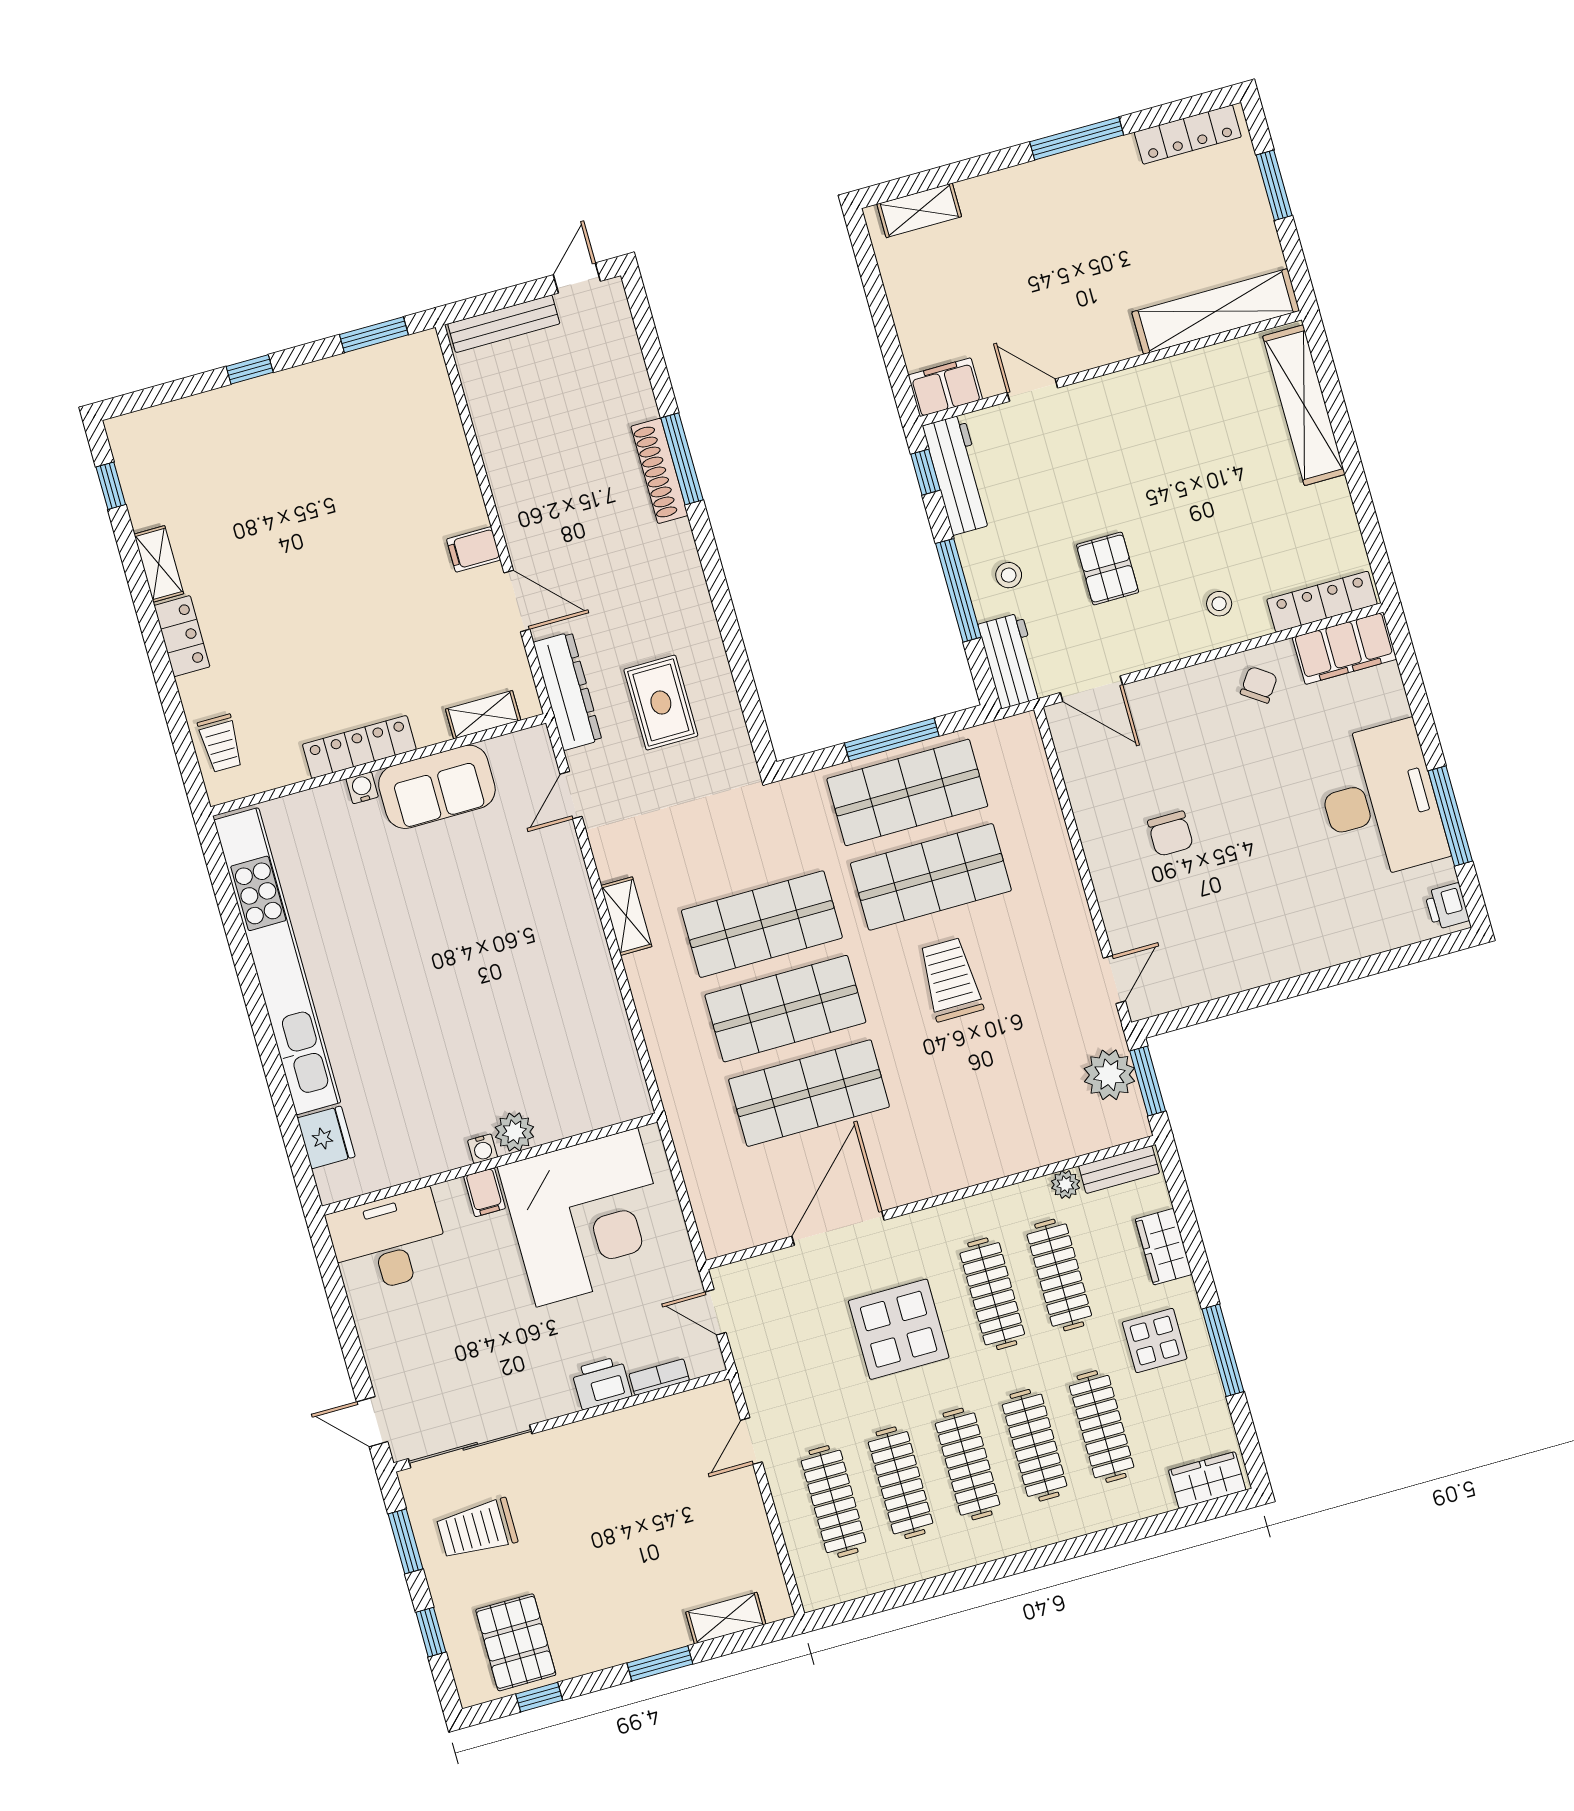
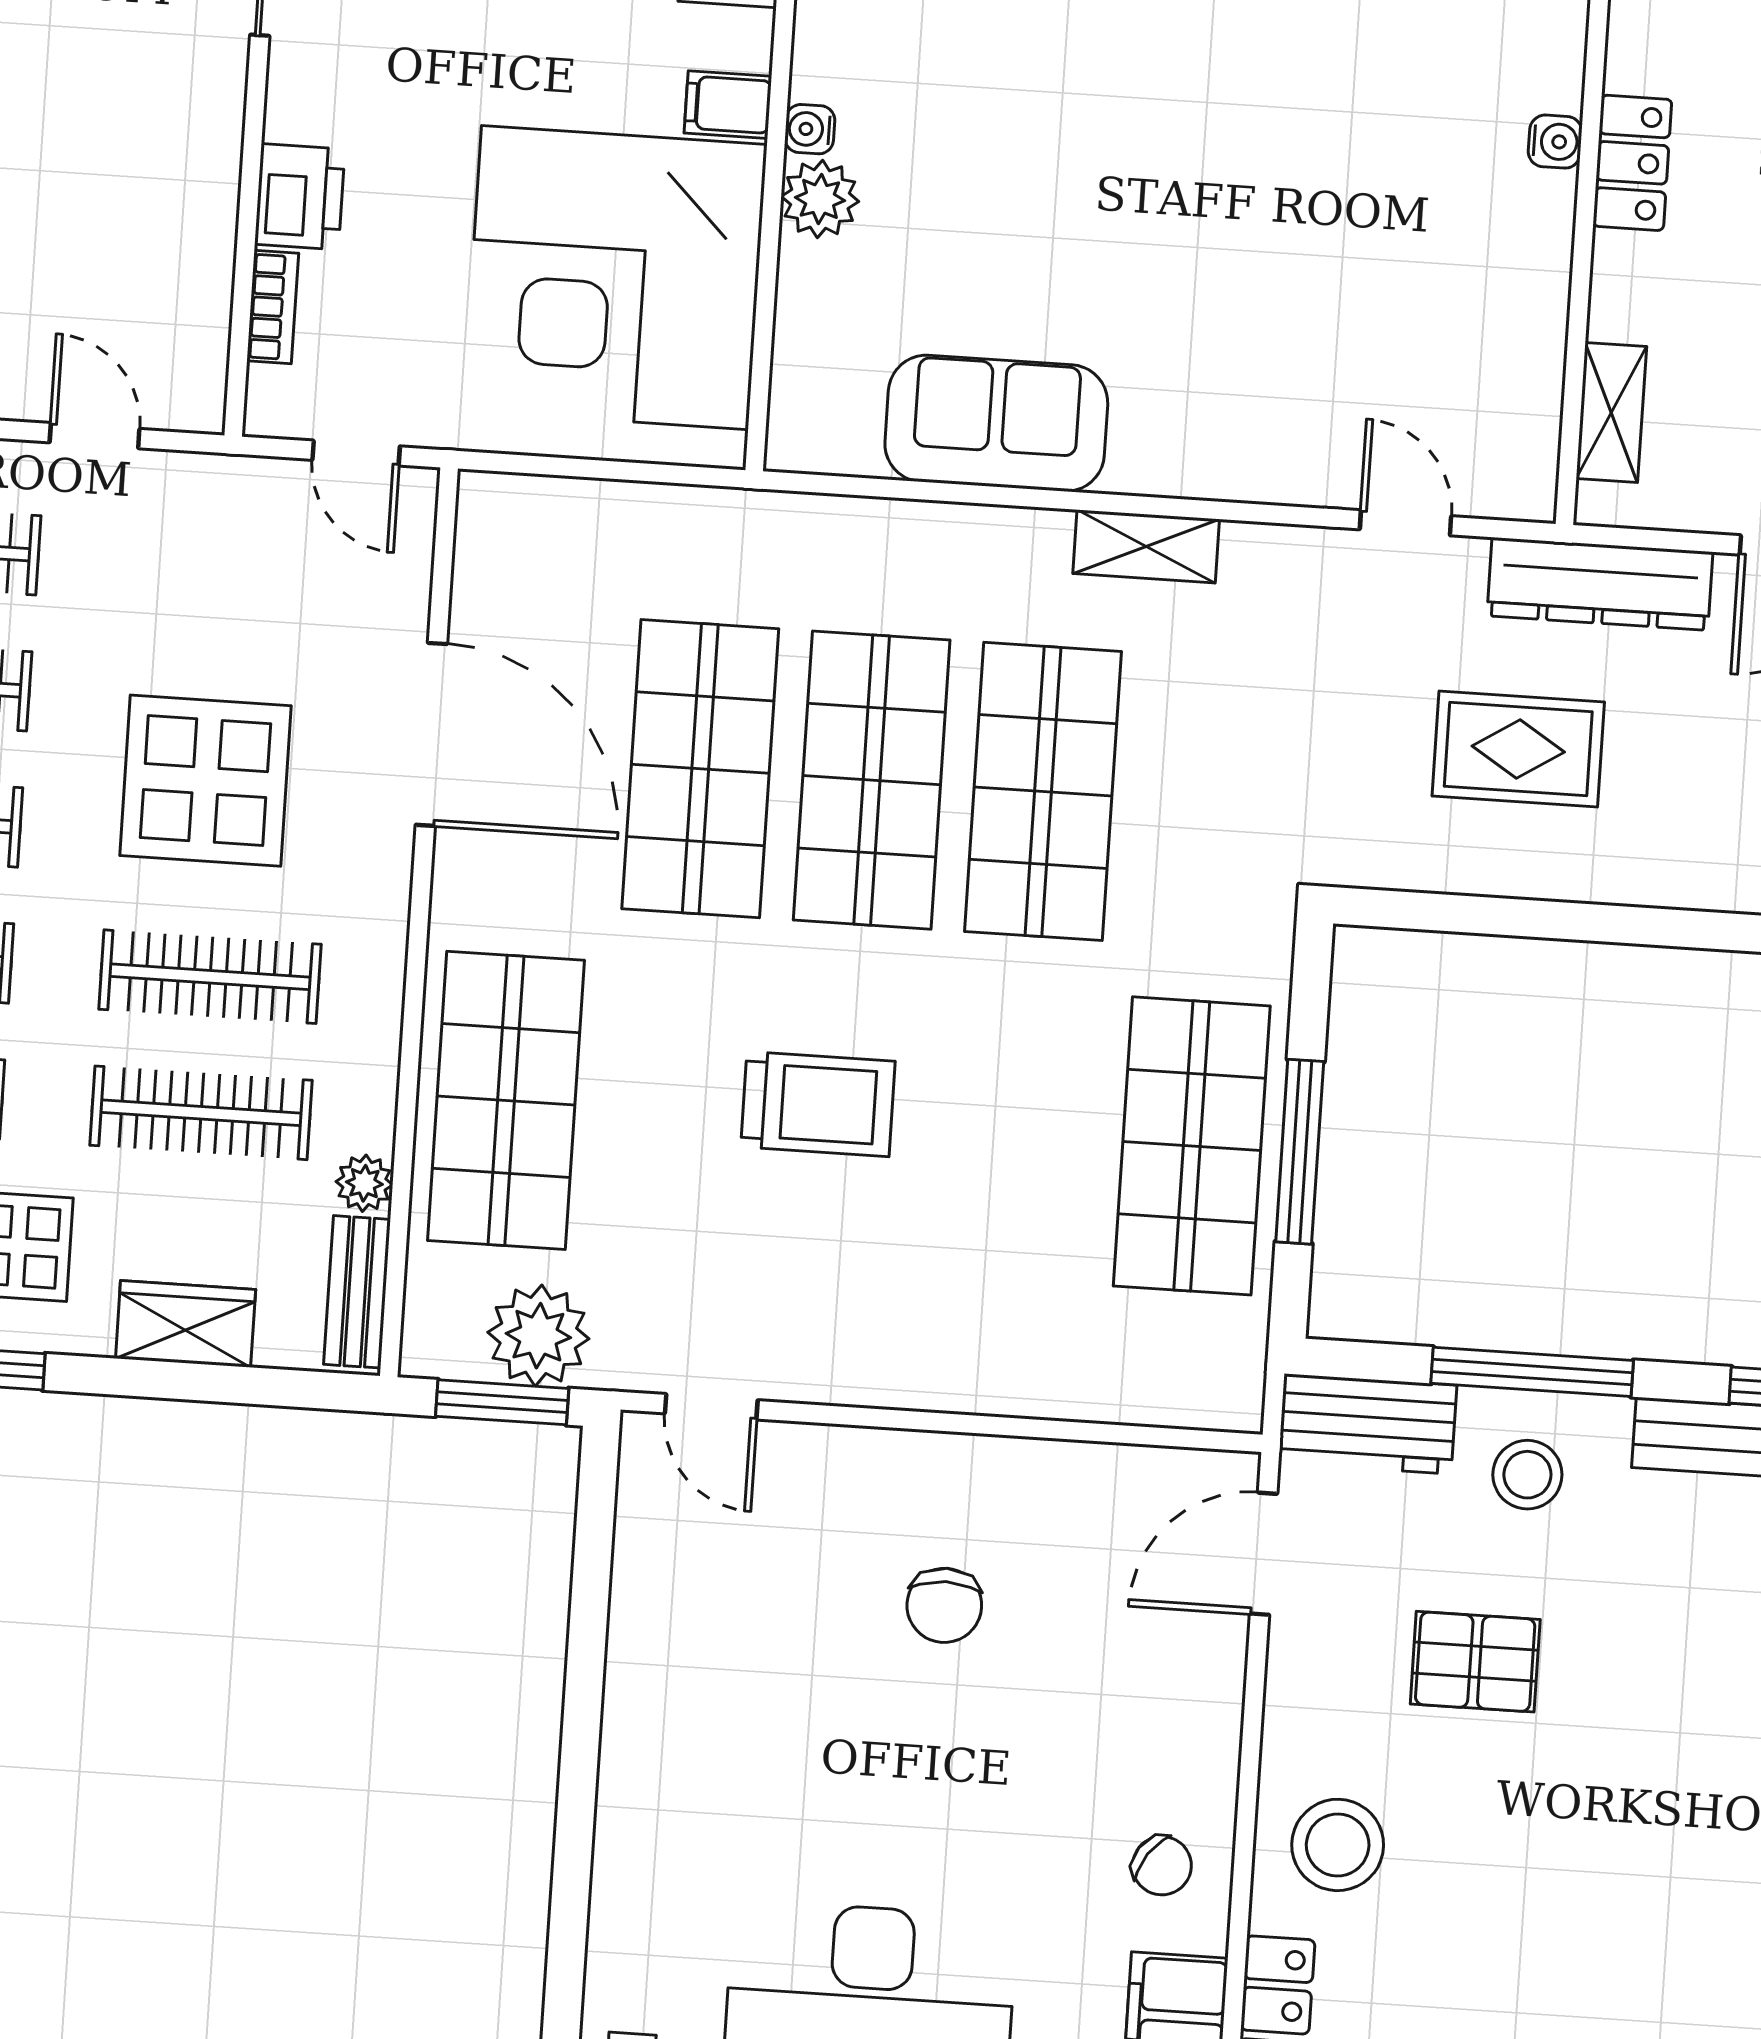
stool: (1009, 575) -> (1527, 1475), width x1.37, depth x1.37
stool: (1219, 604) -> (1338, 1845), width x1.89, depth x1.89
locker: (359, 747) -> (1632, 163), width x0.66
sofa: (437, 787) -> (996, 423), moved, turned 90
chair: (1170, 834) -> (944, 1605), turned -90
shop shelf: (931, 877) -> (506, 1100), moved
door: (715, 1312) -> (356, 453), swing flipped

